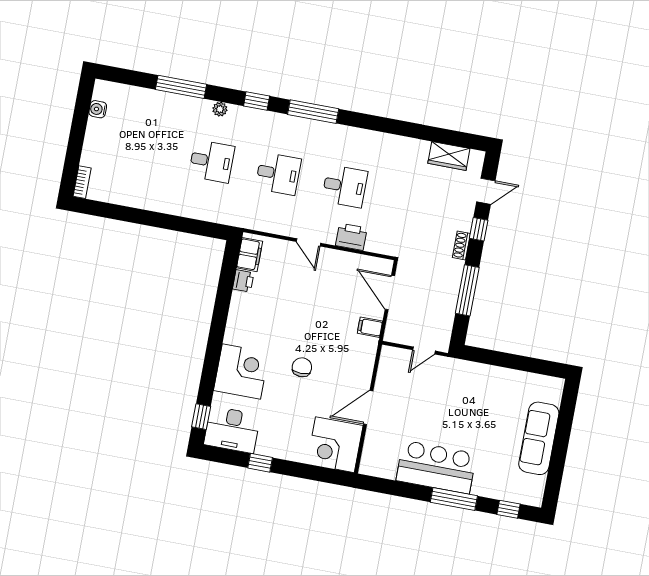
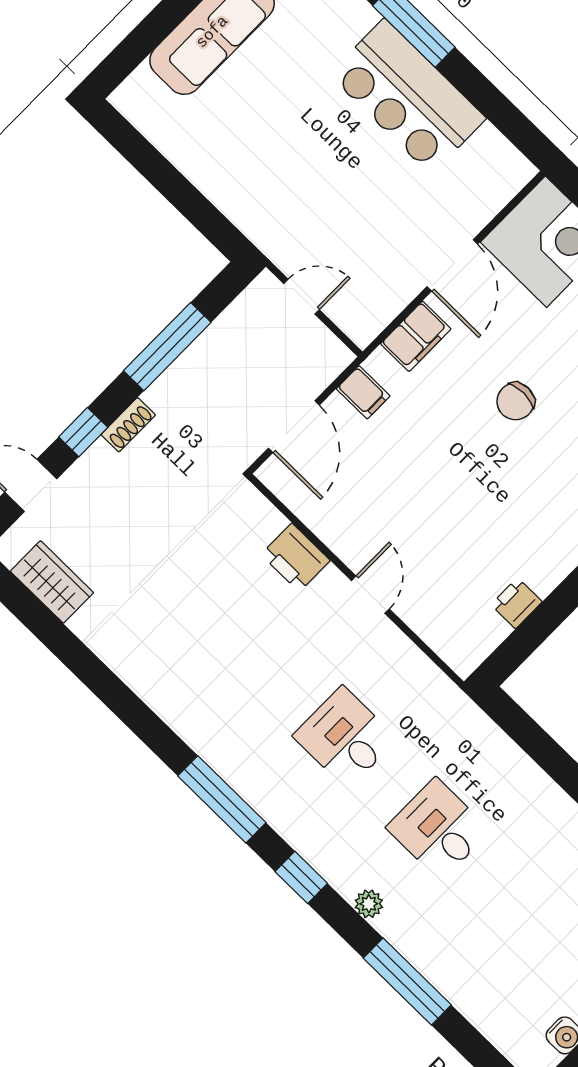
desk: (345, 186) -> (252, 646), removed
filing cabinet: (250, 255) -> (416, 336), moved, turned 180
door: (368, 407) -> (452, 265), hinge flipped

